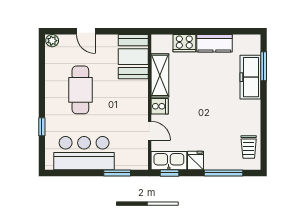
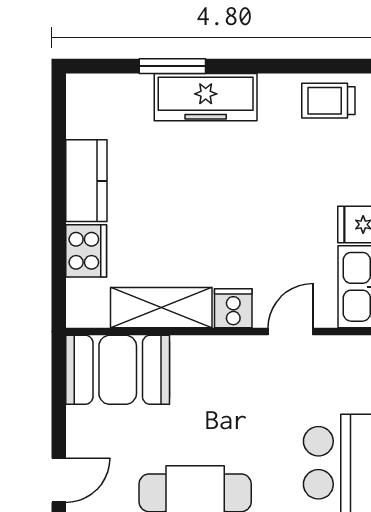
window: (264, 66) -> (172, 66), moved
freezer: (250, 77) -> (206, 97), moved
trolley: (249, 147) -> (328, 101), turned 180

